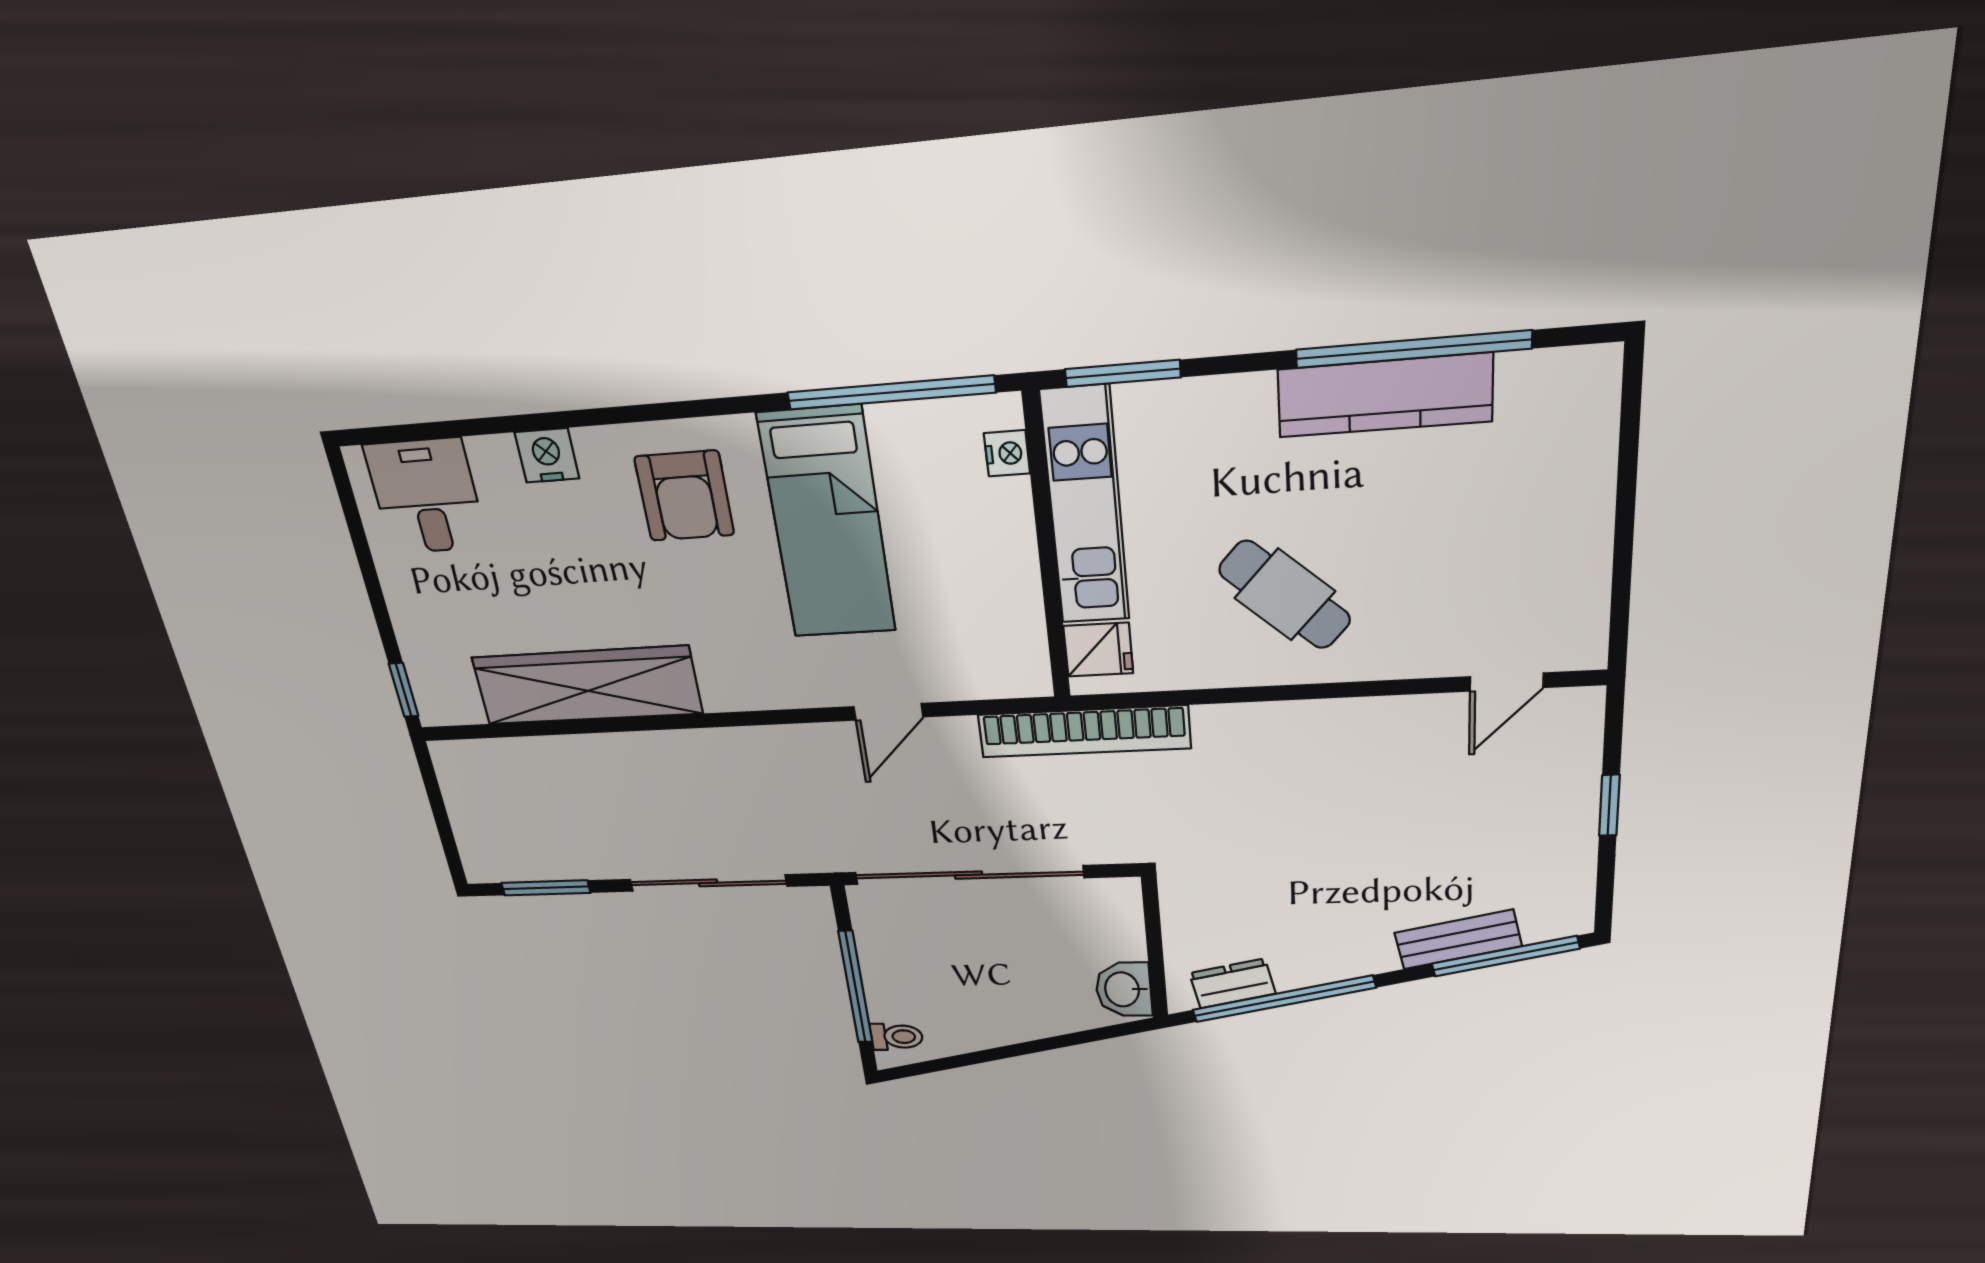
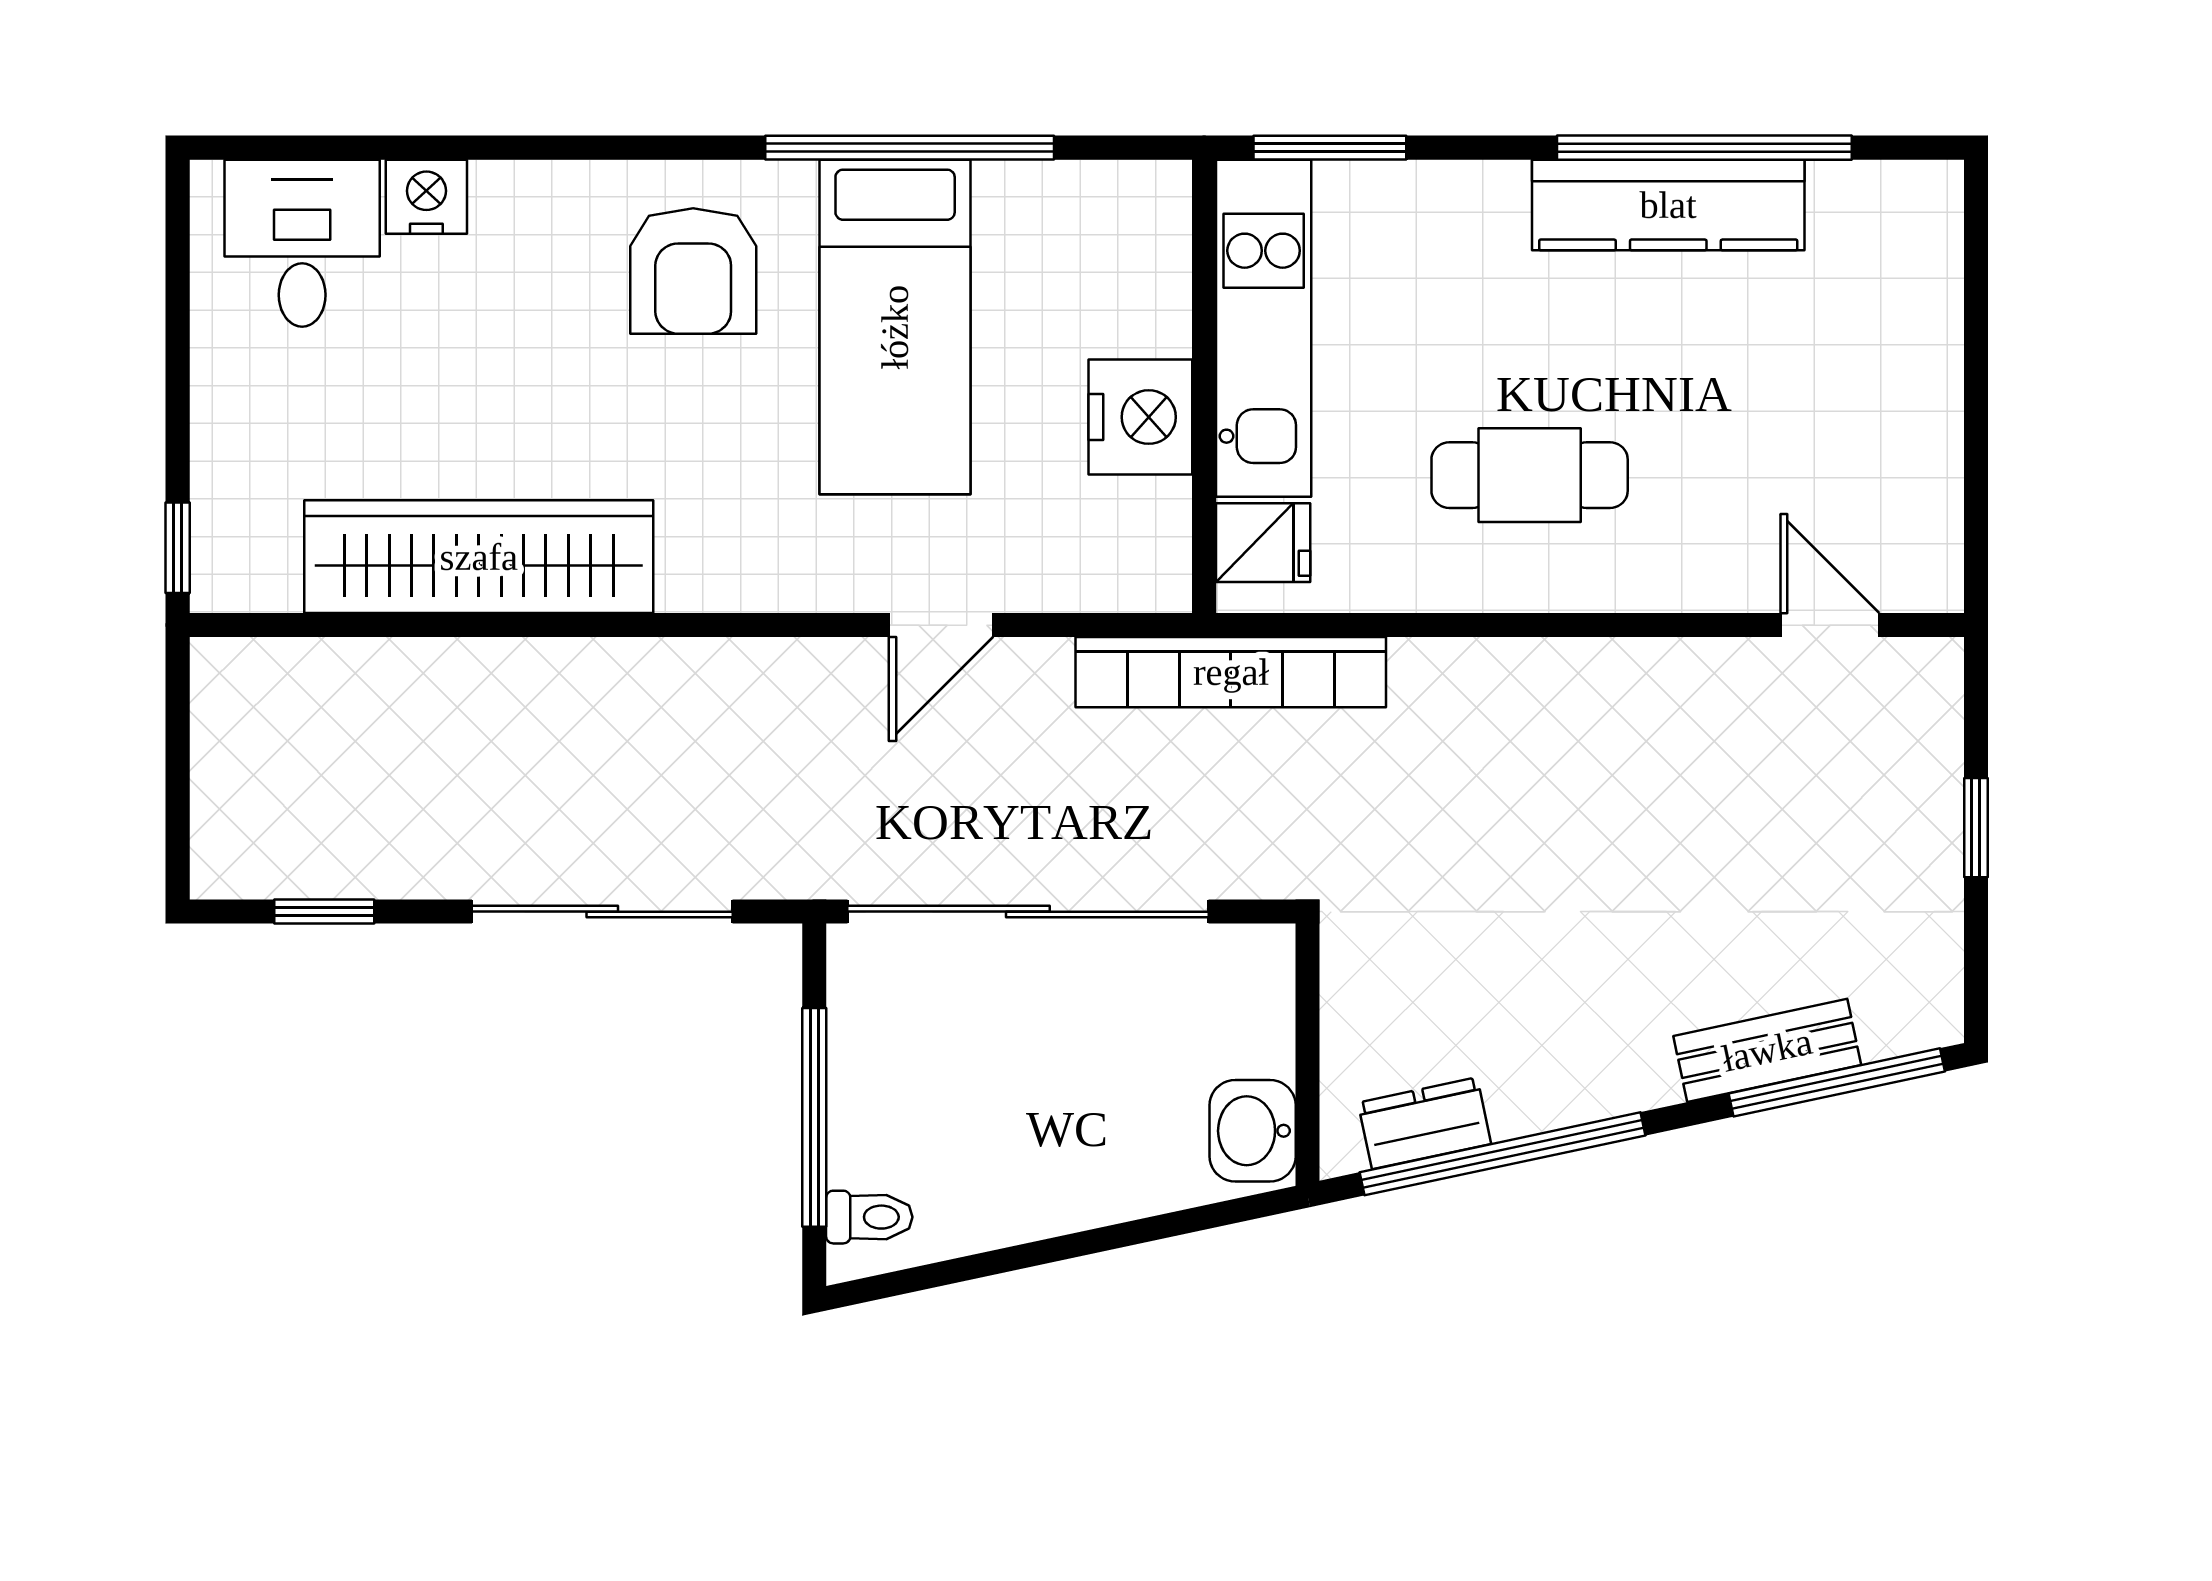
window: (891, 393) -> (910, 148), moved
nightstand: (1007, 453) -> (1140, 417), moved, width x1.89, depth x1.79
nightstand: (547, 455) -> (426, 197), moved
cafe table: (1285, 595) -> (1530, 475), turned -42
door: (1507, 682) -> (1830, 625), swing flipped
window: (546, 888) -> (324, 912), width x0.67

